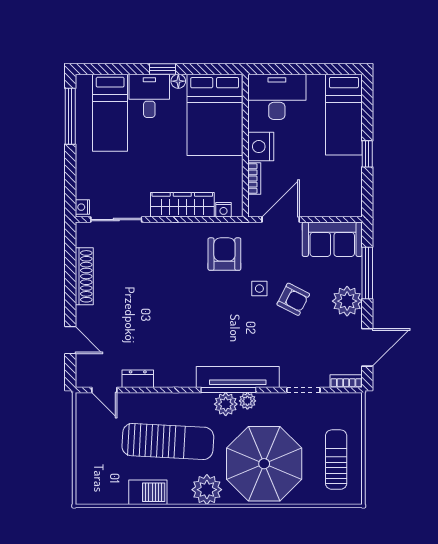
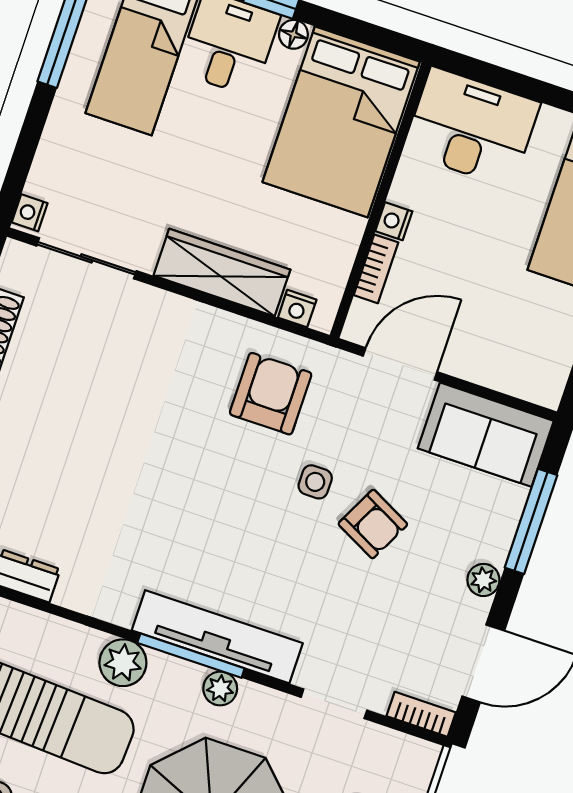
nightstand: (261, 147) -> (394, 221), width x0.53, depth x0.56
plant: (347, 301) -> (483, 580), width x0.53, depth x0.53
plant: (226, 404) -> (123, 663), moved

